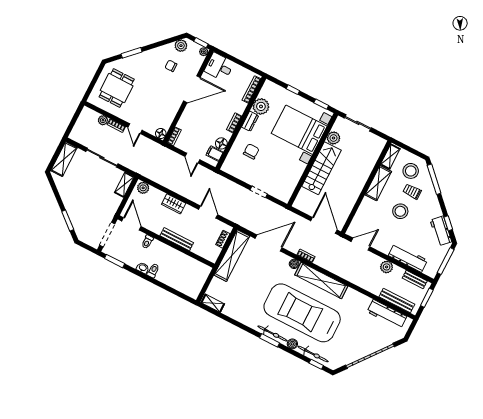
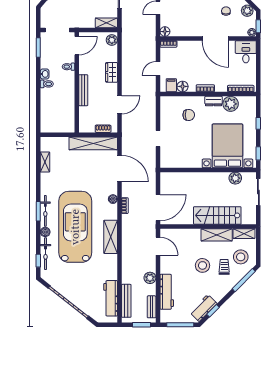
stairs: (321, 168) -> (217, 215), moved, turned 180
shelving: (321, 281) -> (111, 237), width x0.68
shelving: (213, 303) -> (45, 162), moved

